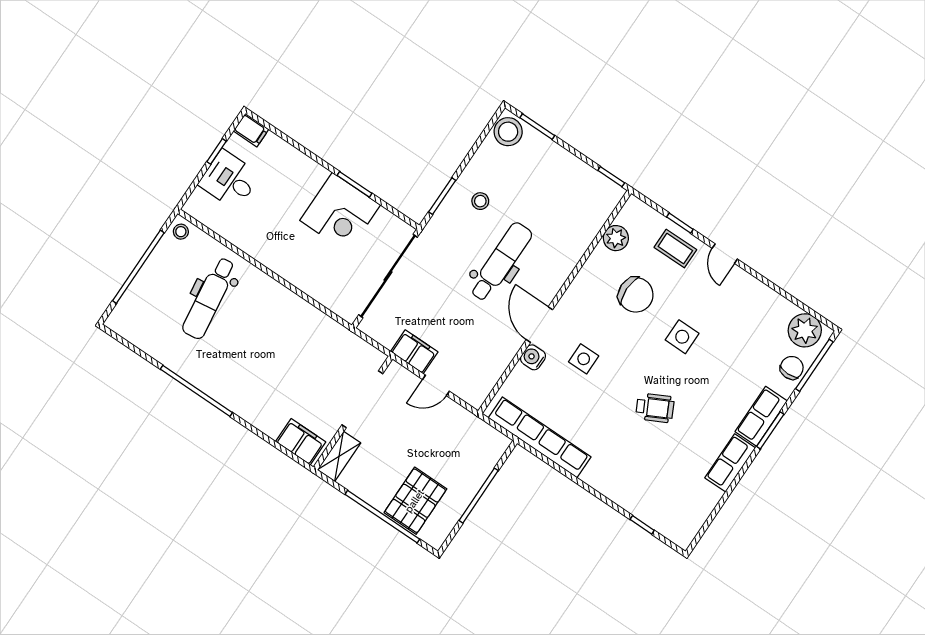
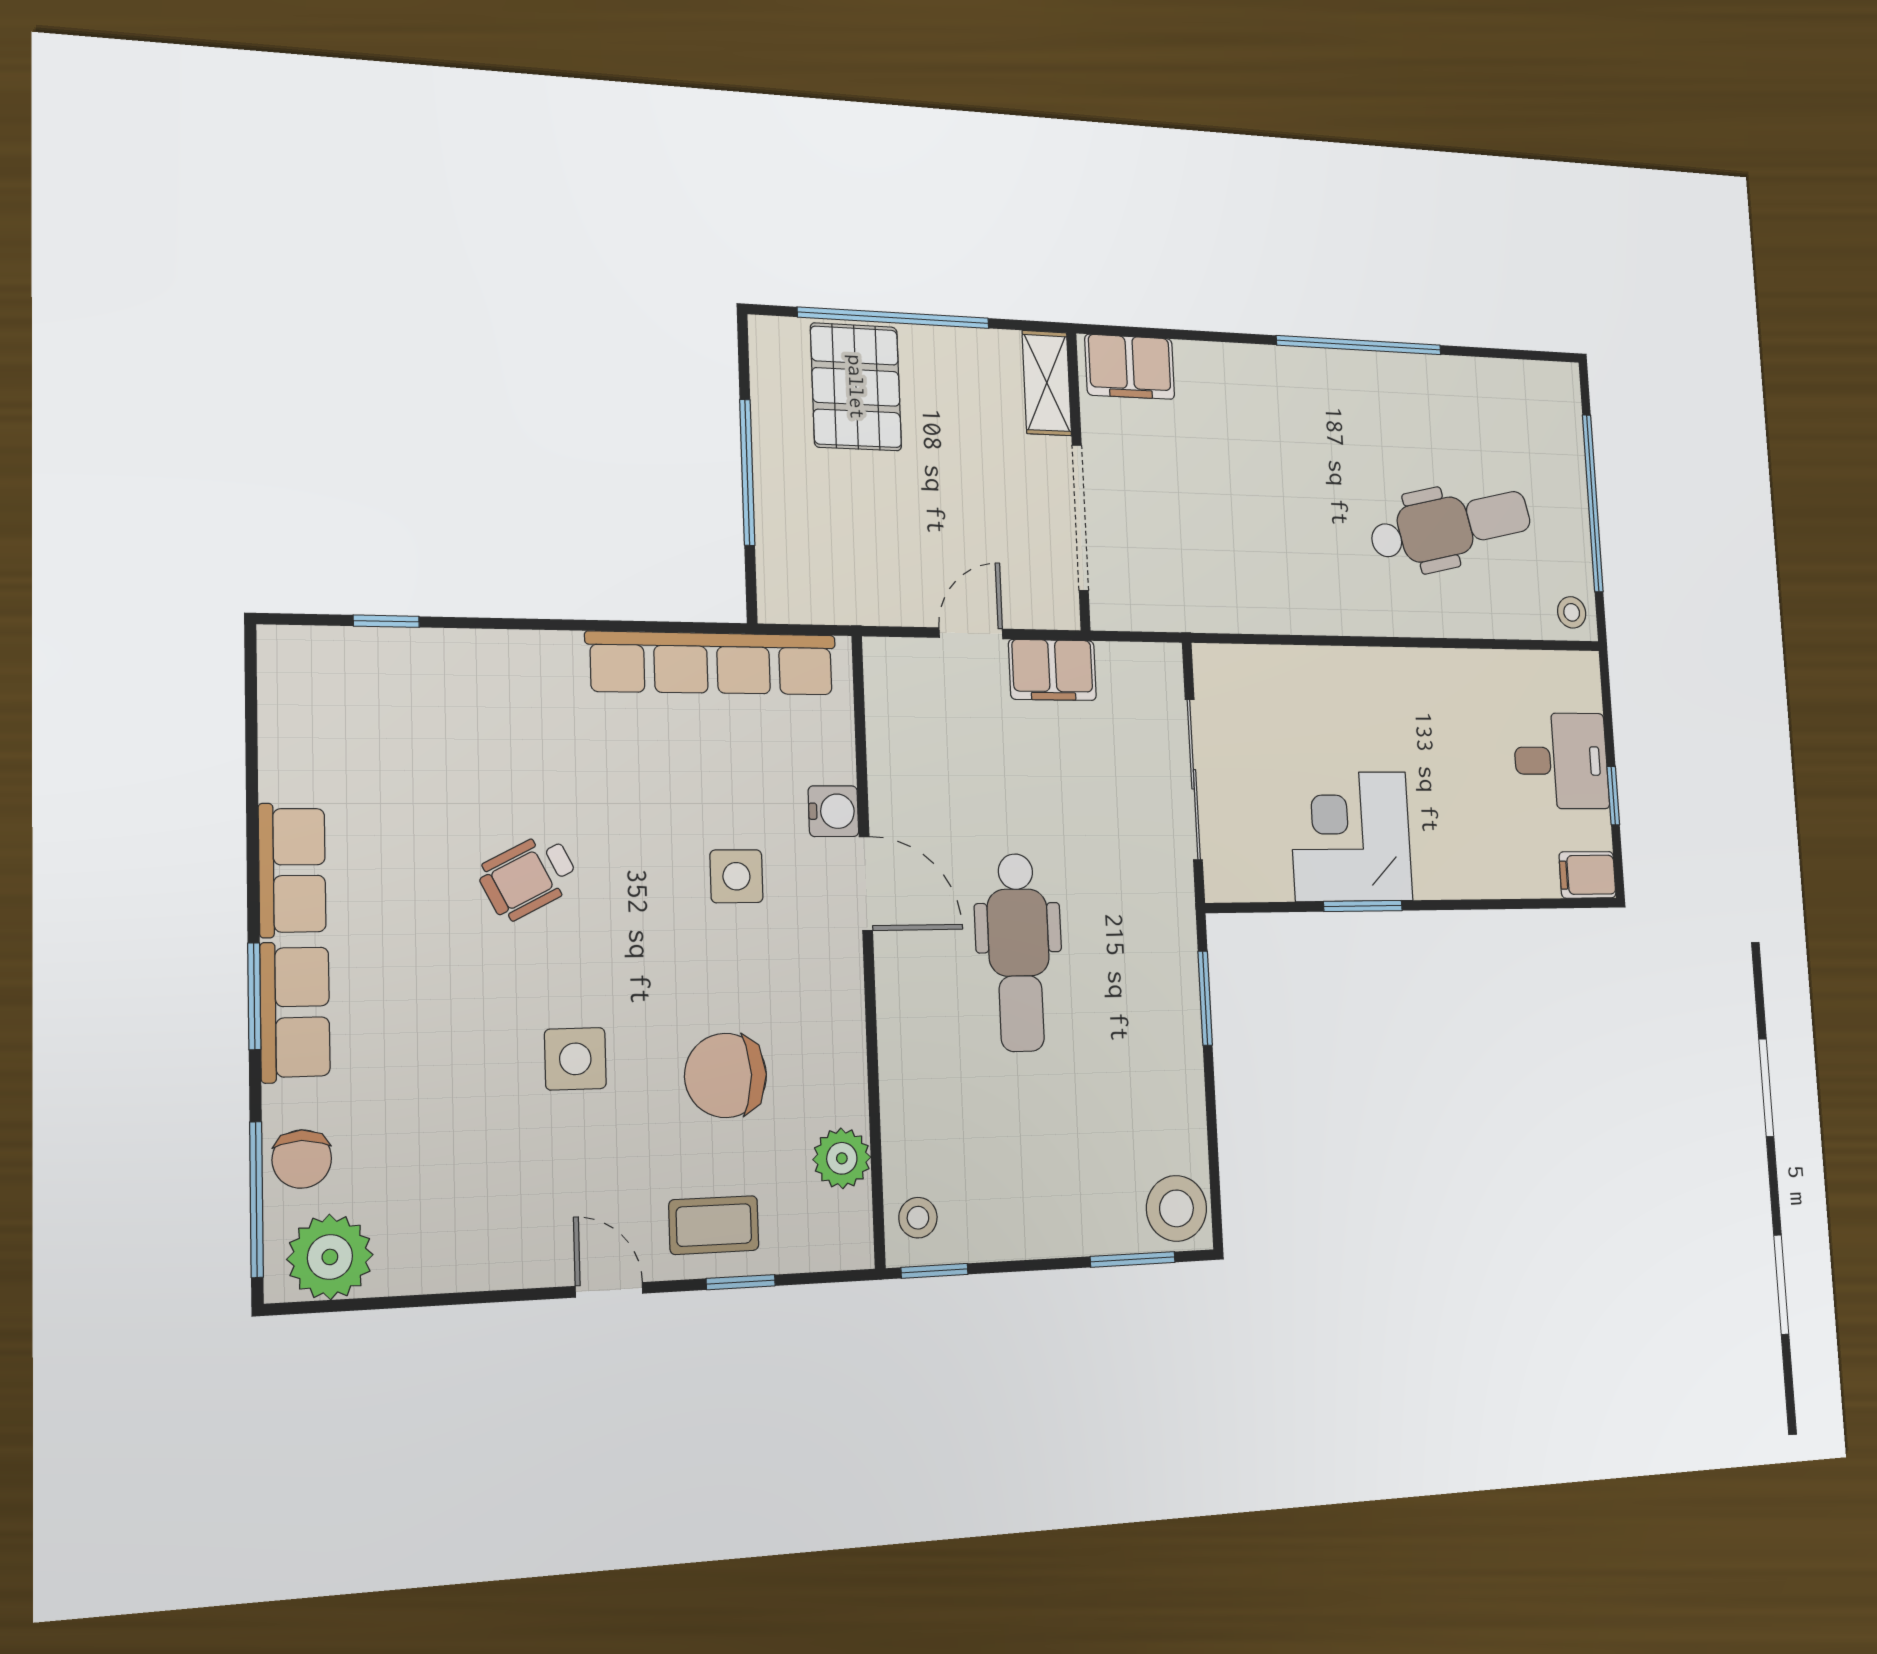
stool: (480, 201) -> (918, 1218), moved
sliding door: (388, 276) -> (1194, 779), width x0.73
dental chair: (209, 298) -> (1451, 526), turned 85

